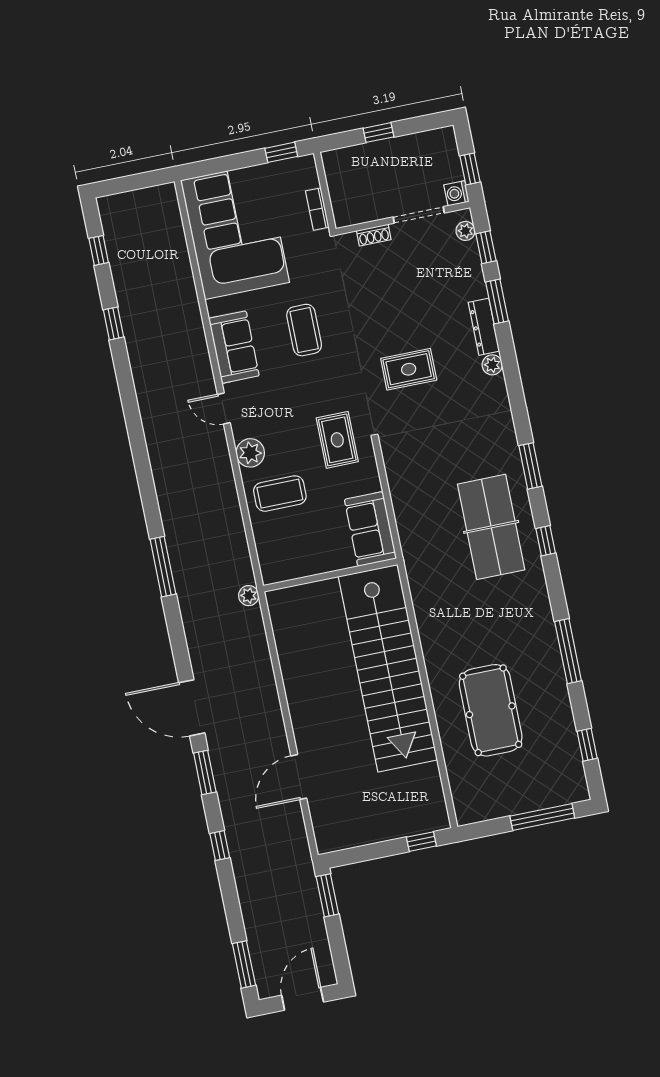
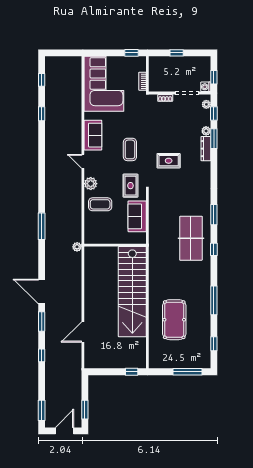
coffee table: (304, 330) -> (130, 149), moved
plant: (492, 365) -> (206, 131), moved
sofa: (370, 529) -> (137, 216), moved
window: (327, 895) -> (85, 410), moved

